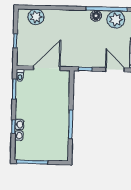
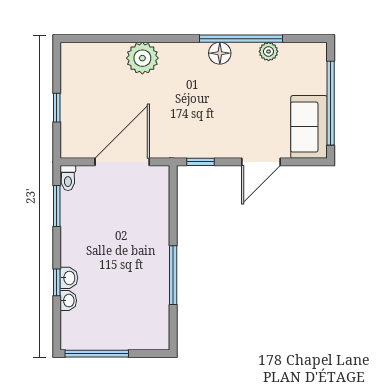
plant: (36, 17) -> (142, 58), moved
plant: (116, 20) -> (269, 52), width x0.53, depth x0.53
door: (115, 70) -> (261, 162), swing flipped

